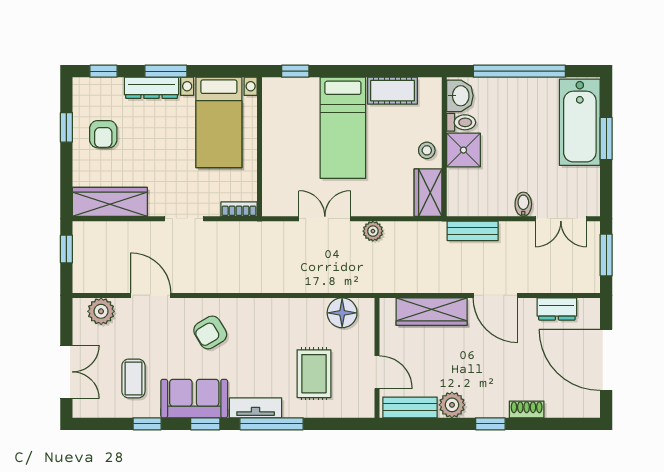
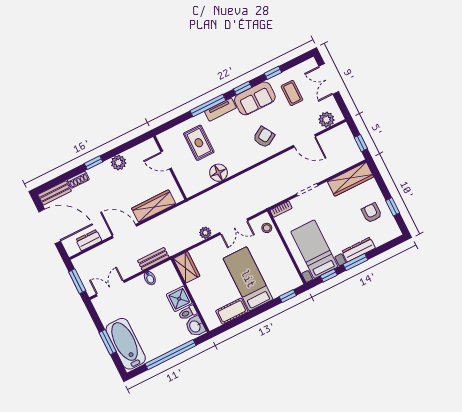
window: (103, 71) -> (329, 275), moved
stool: (427, 150) -> (267, 228), moved
bidet: (523, 204) -> (150, 278), moved
floor lamp: (342, 313) -> (218, 173), moved
bench: (410, 407) -> (55, 193), moved

